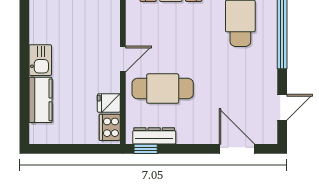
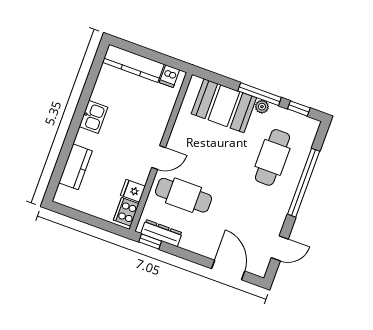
kitchen sink: (40, 60) -> (93, 117), moved

